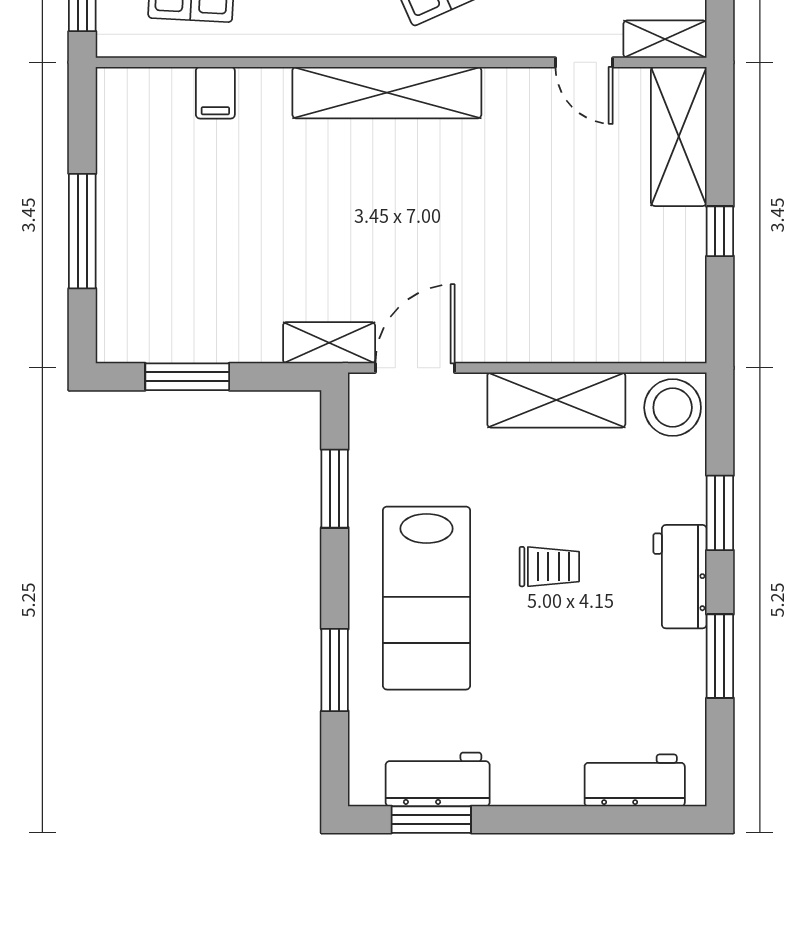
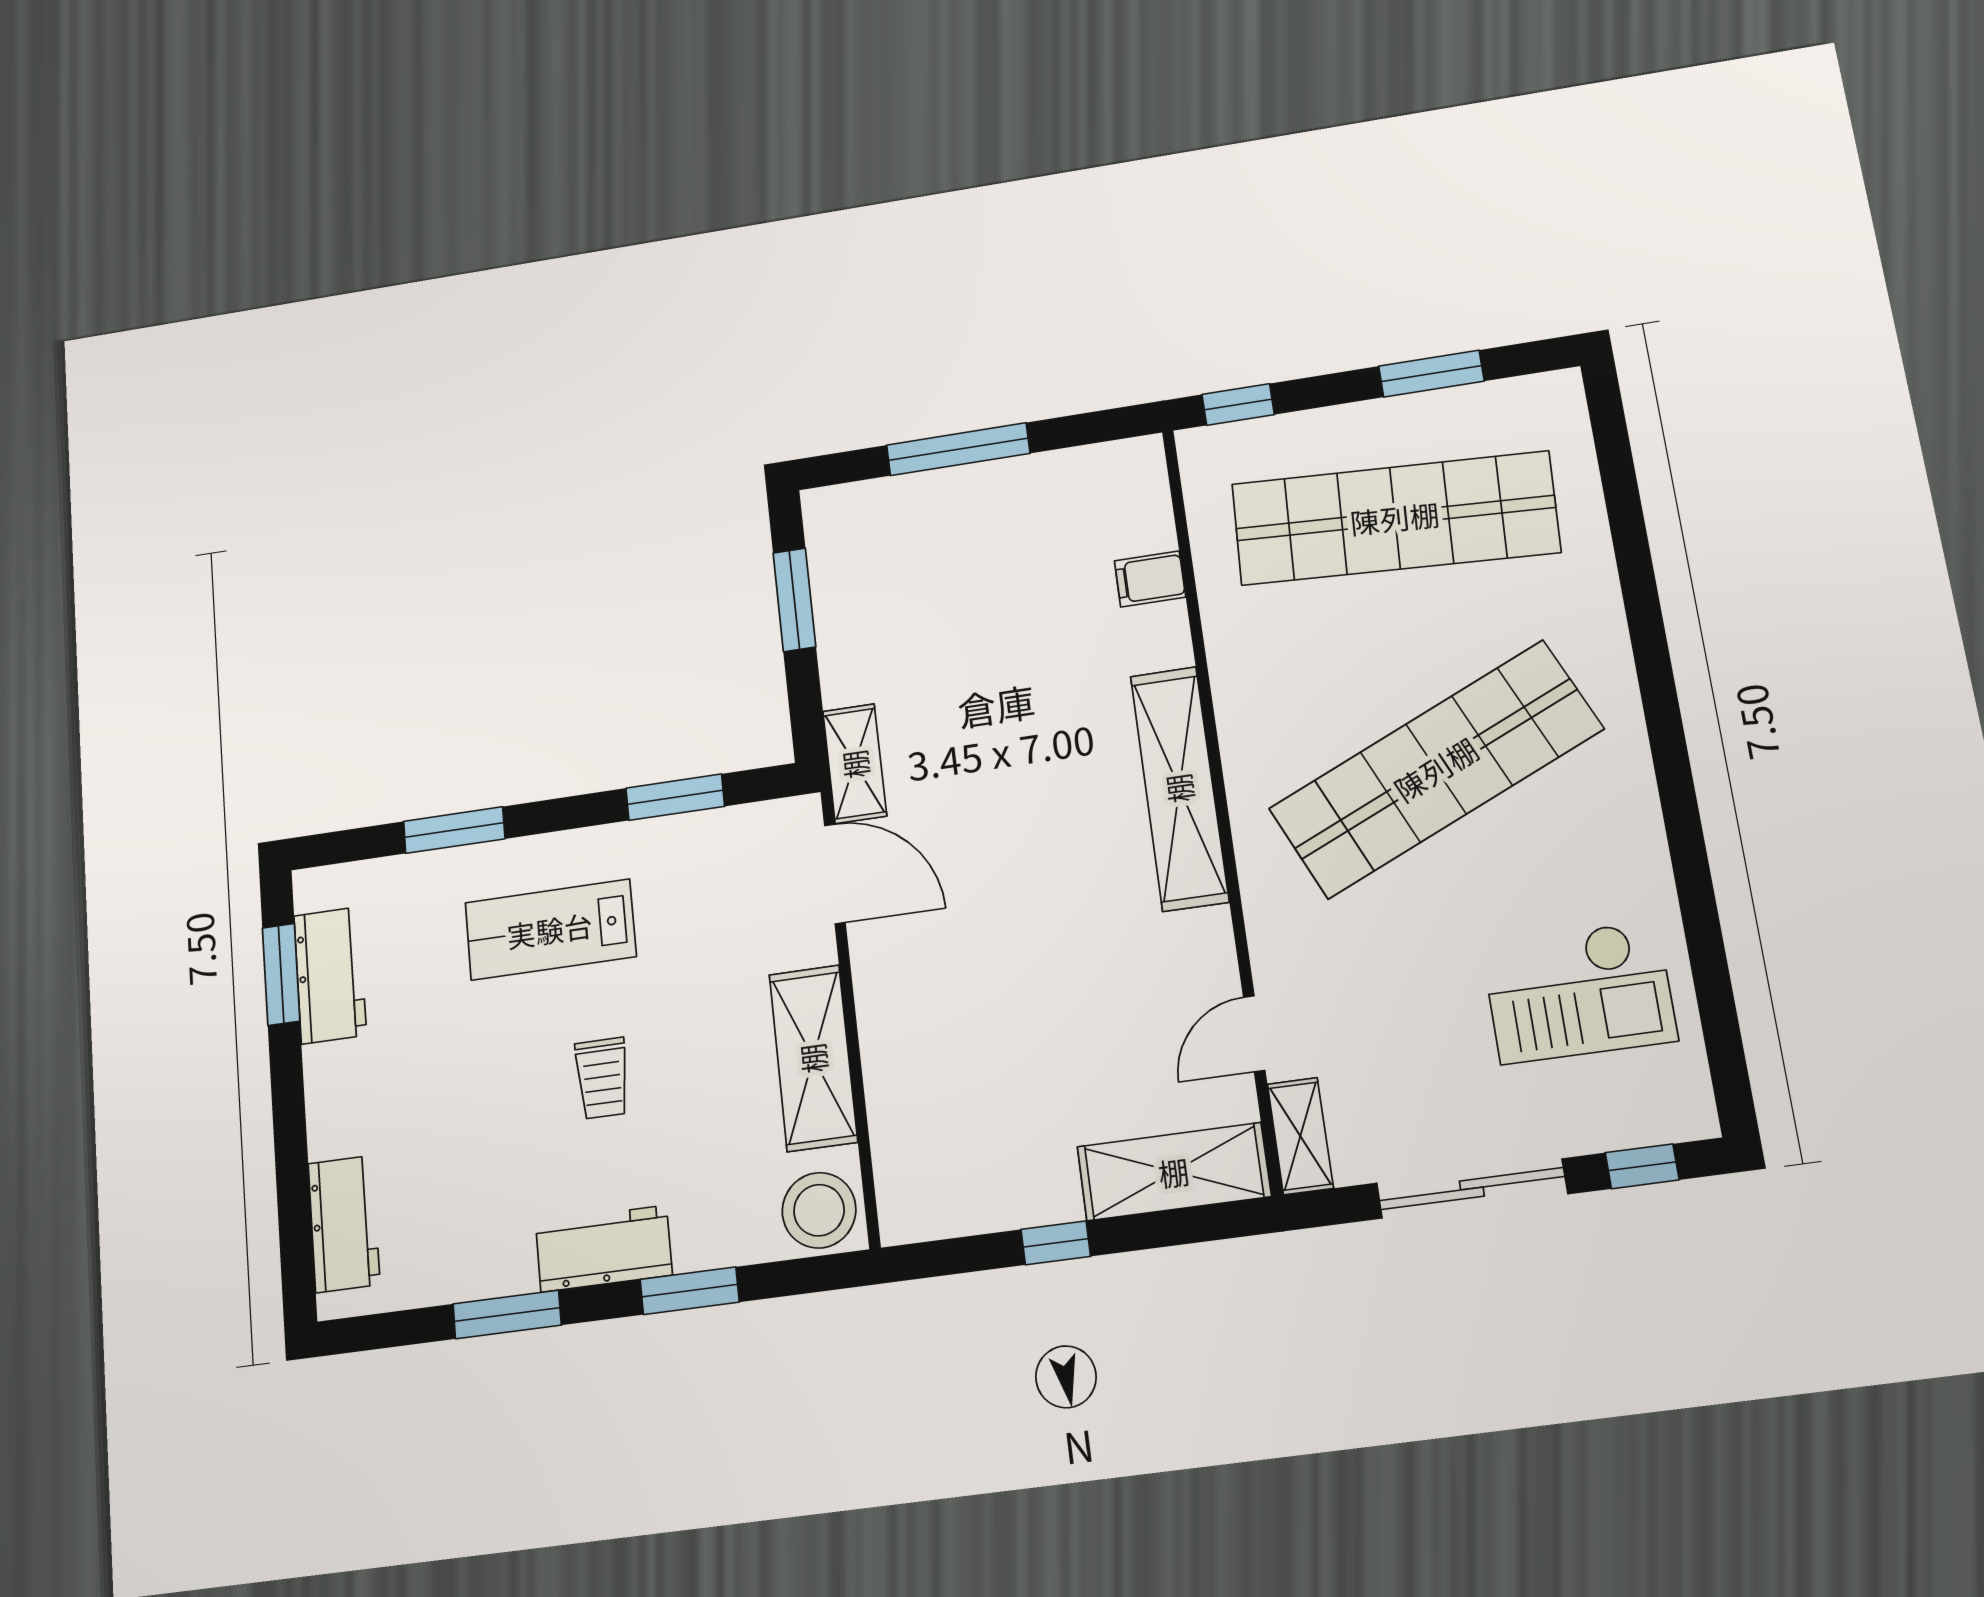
lab bench: (427, 598) -> (550, 930), width x0.73, depth x0.72

